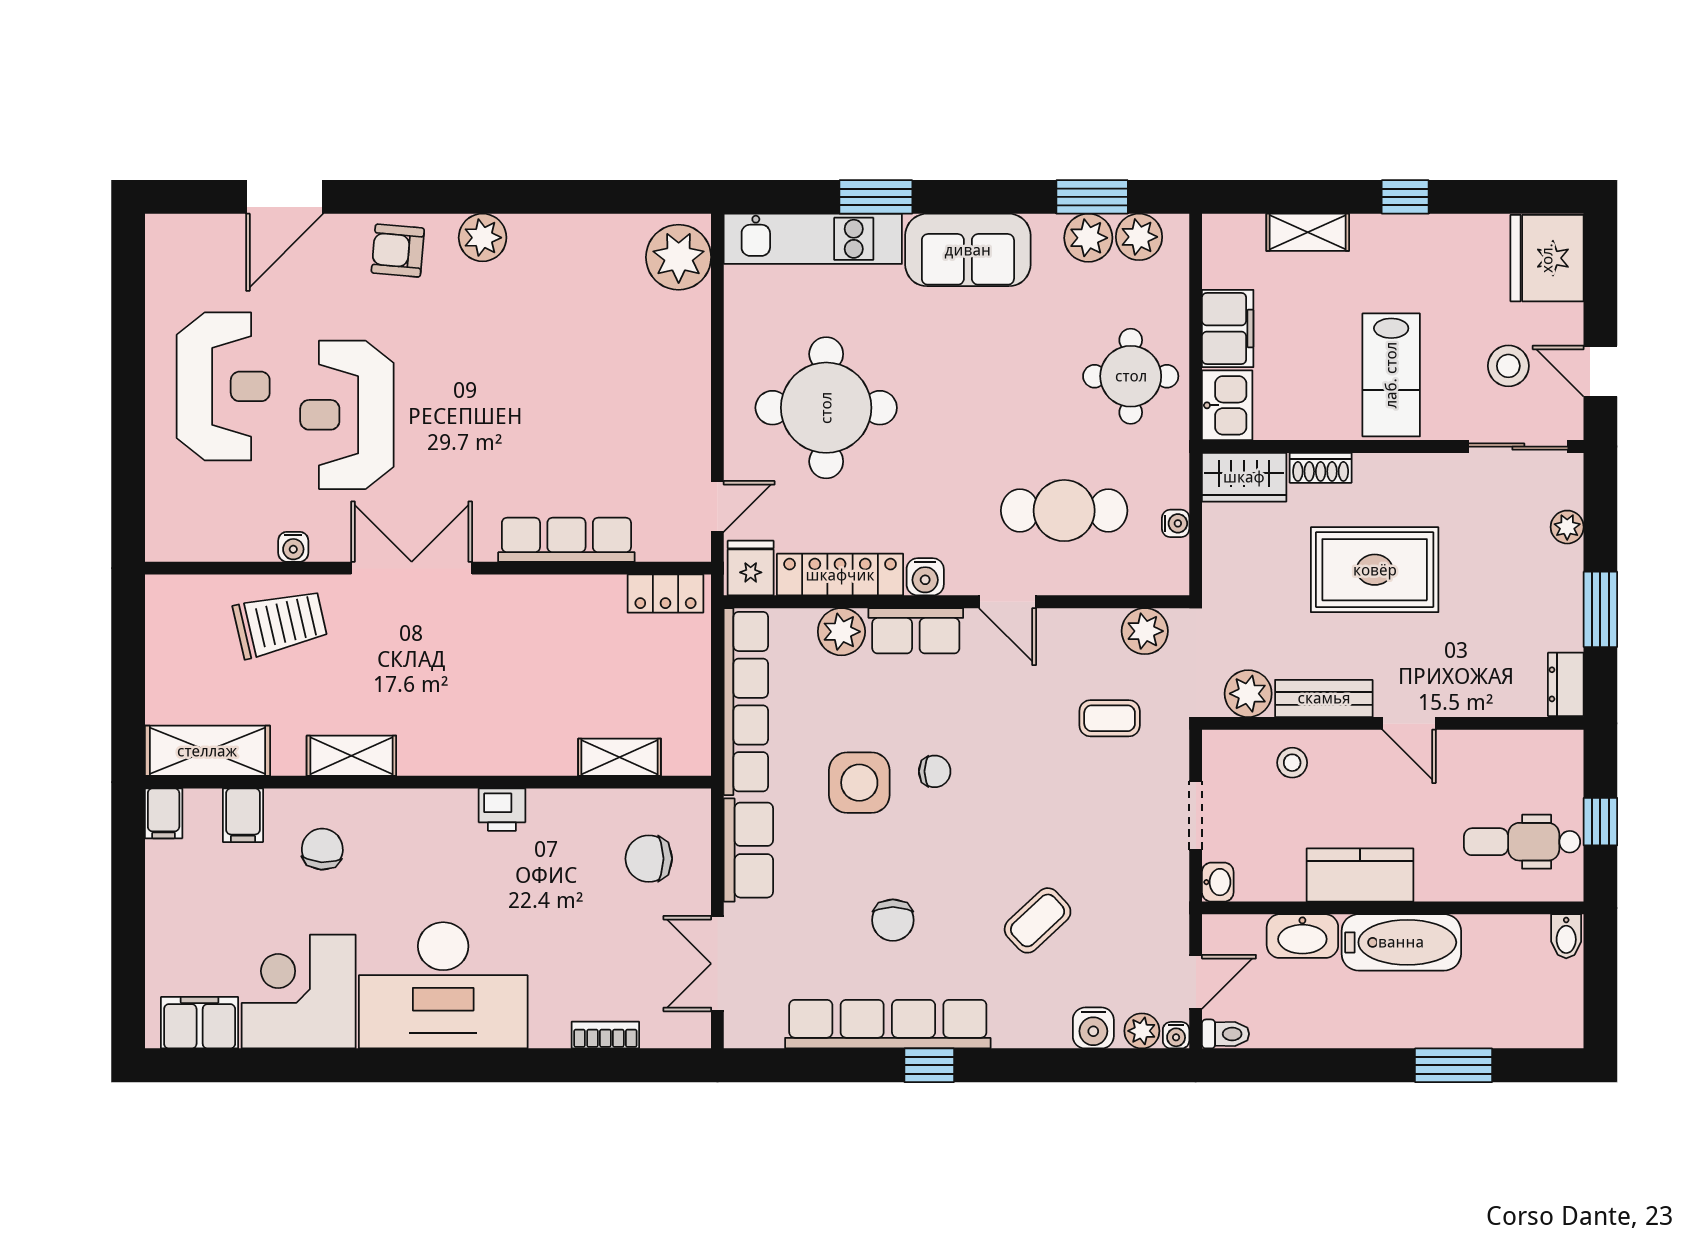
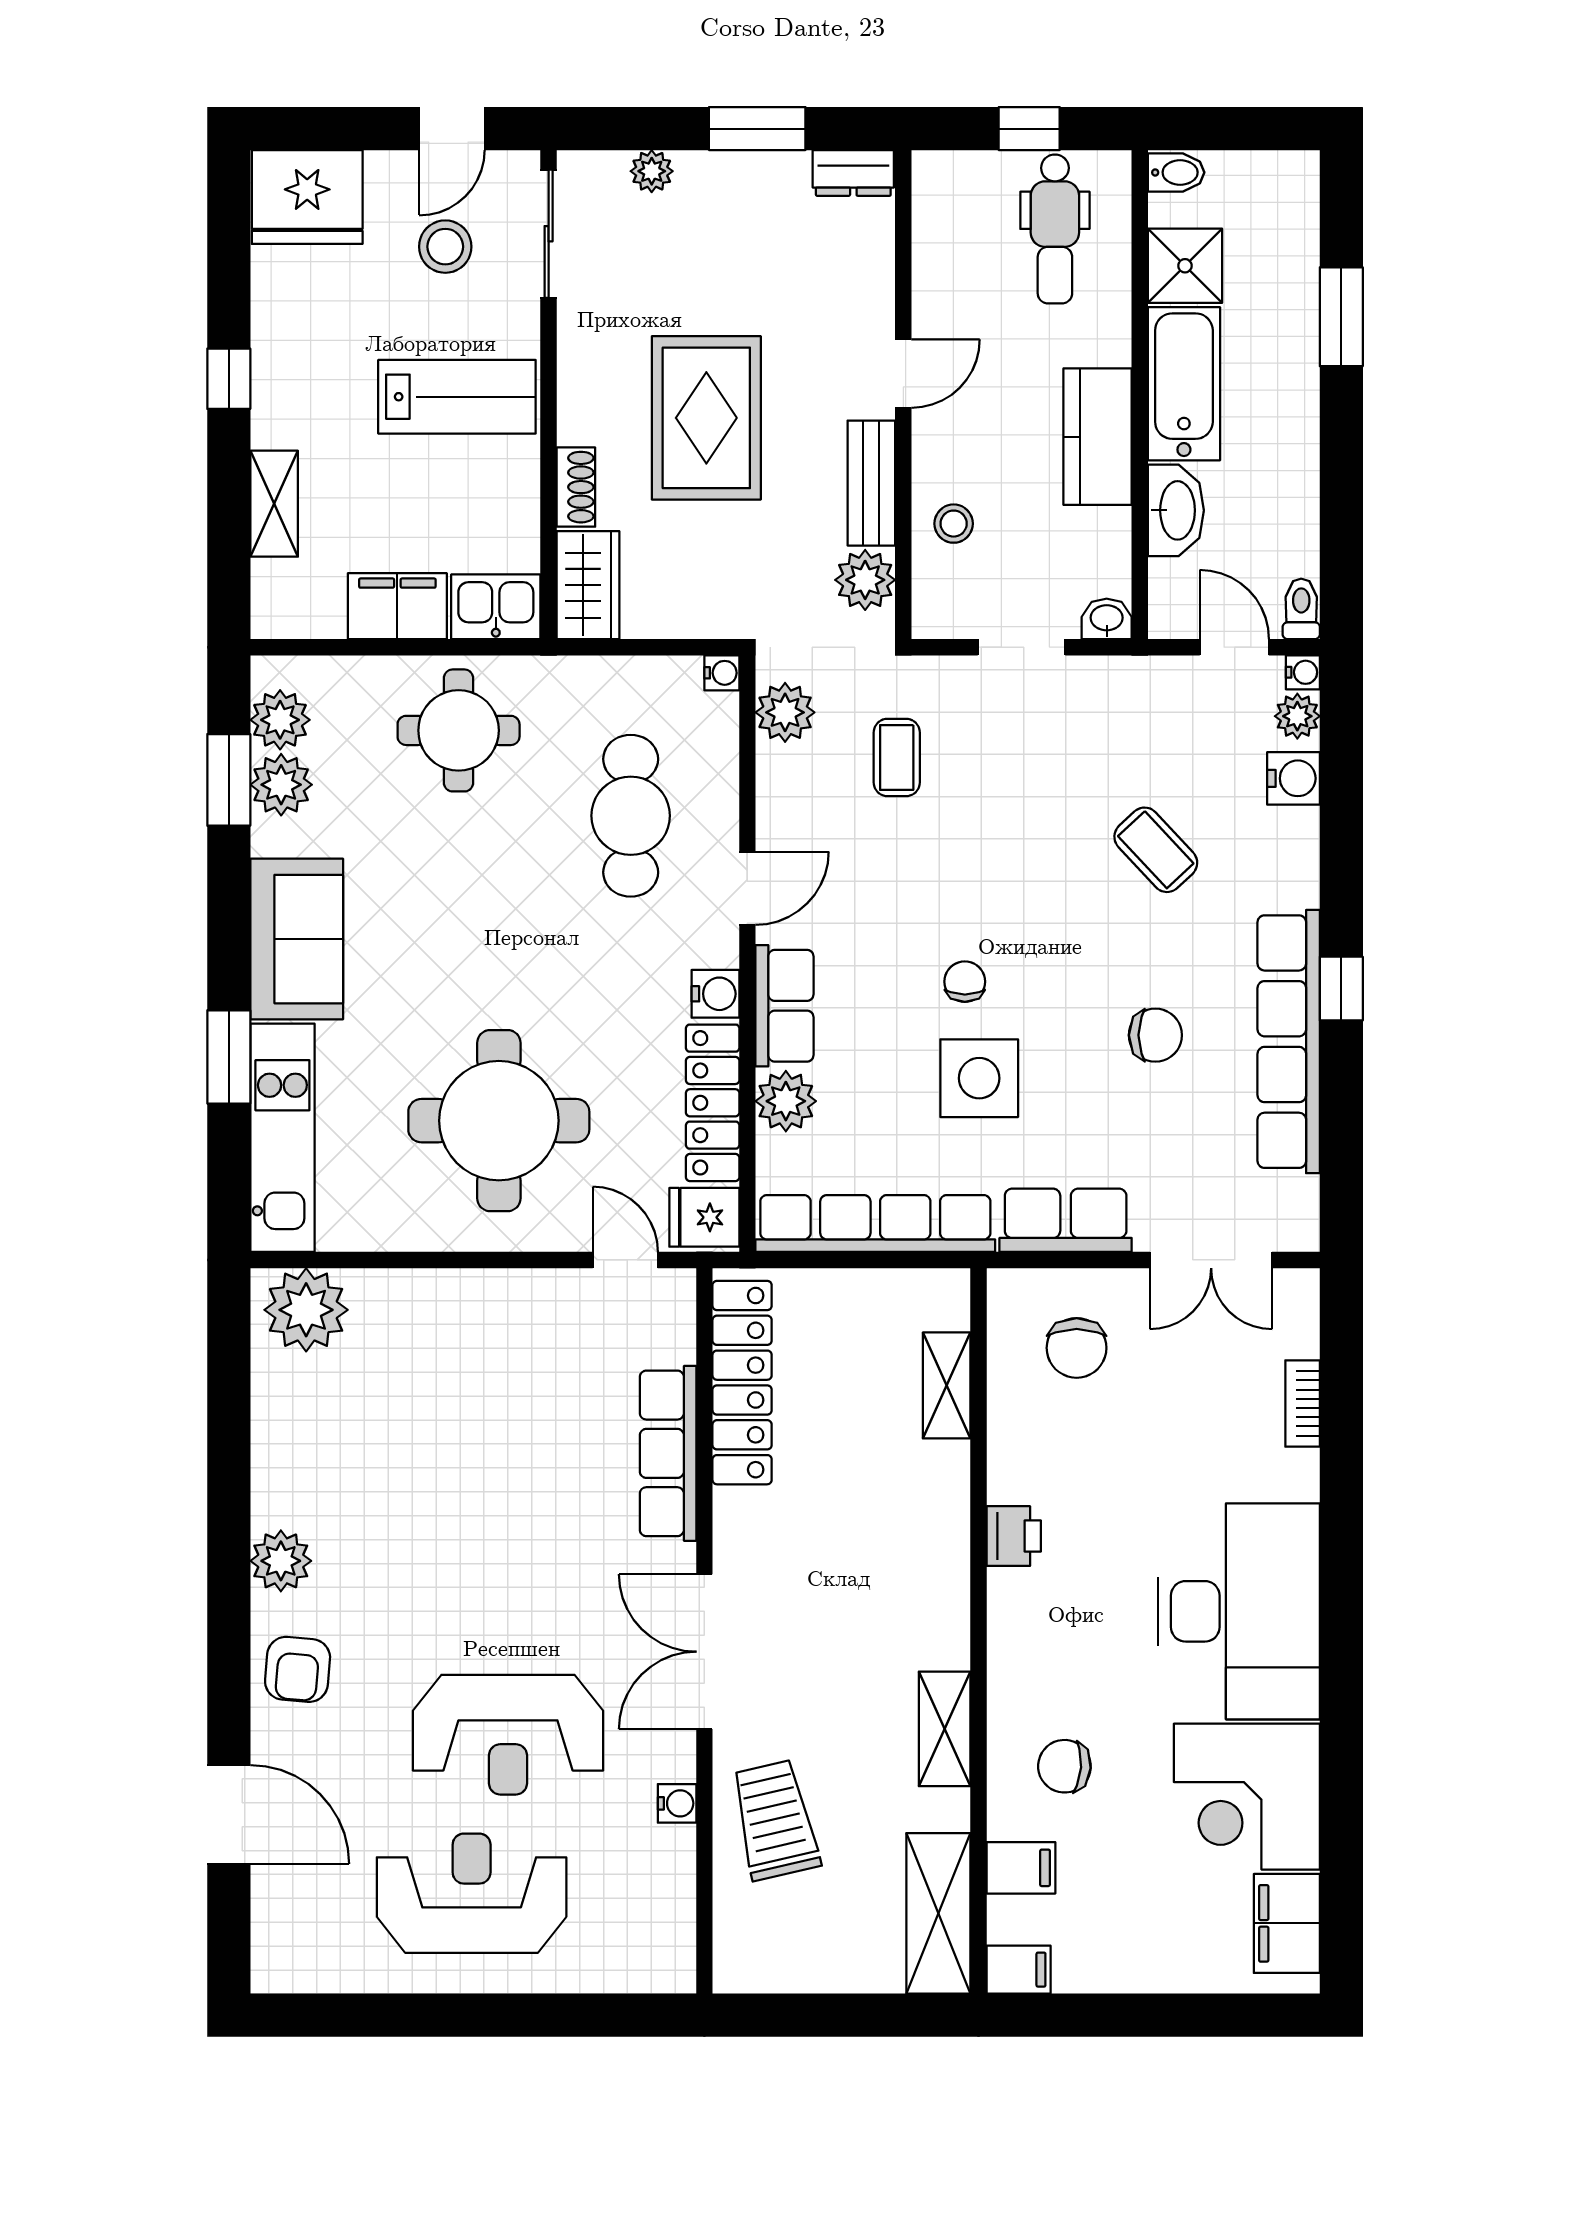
water cooler: (1176, 523) -> (722, 673), moved, turned 90
locker: (665, 594) -> (742, 1383), width x2.16, depth x1.21
shower: (1493, 943) -> (1185, 266), added

